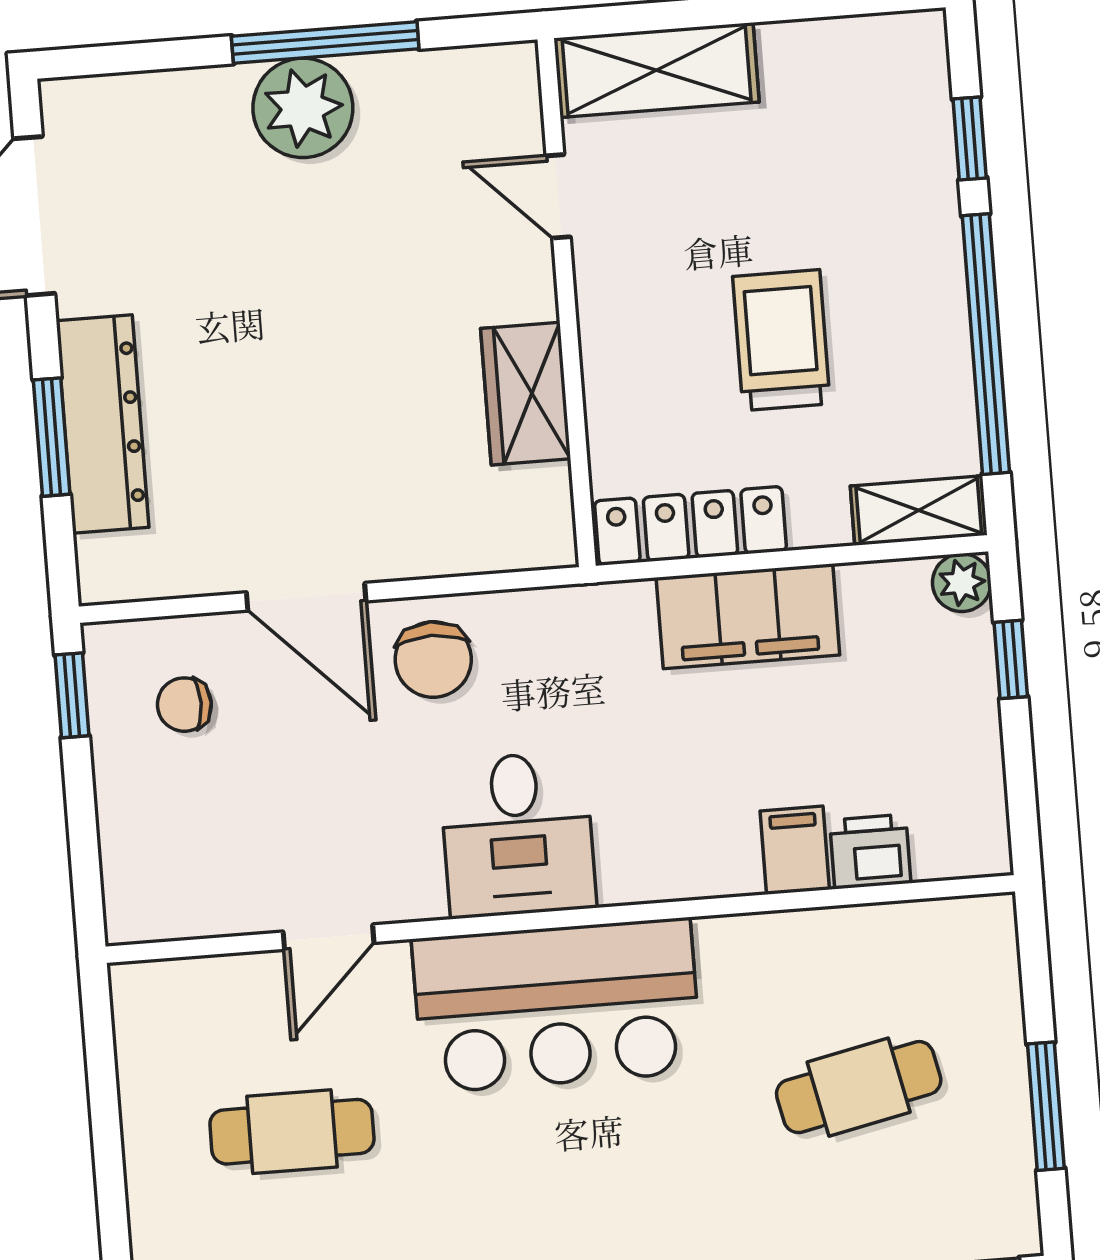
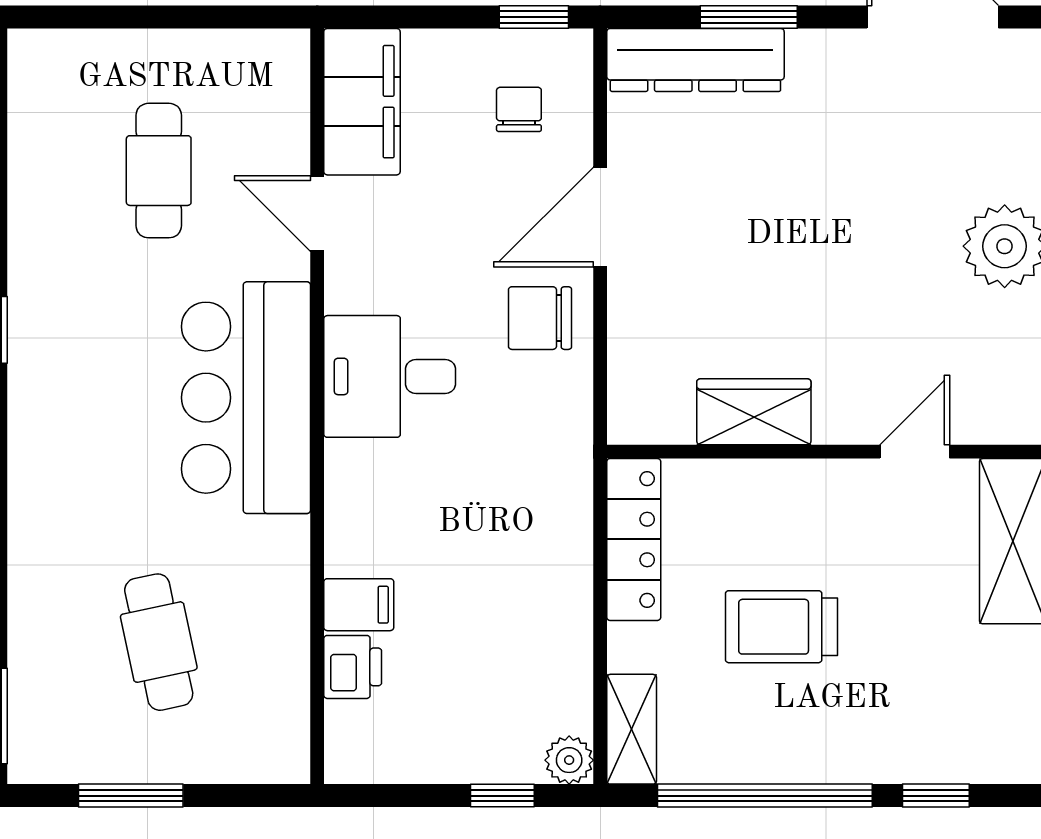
trolley: (781, 340) -> (781, 627), turned 180
dresser: (102, 424) -> (695, 60), moved
filing cabinet: (748, 616) -> (362, 102), moved, turned 180

